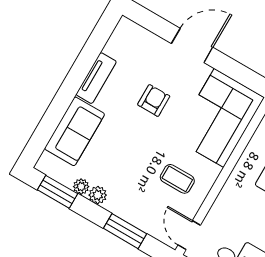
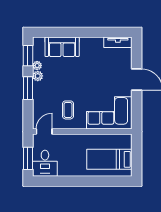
tv unit: (96, 78) -> (118, 42), moved
armchair: (154, 100) -> (99, 76), removed
window: (125, 231) -> (28, 88), moved

